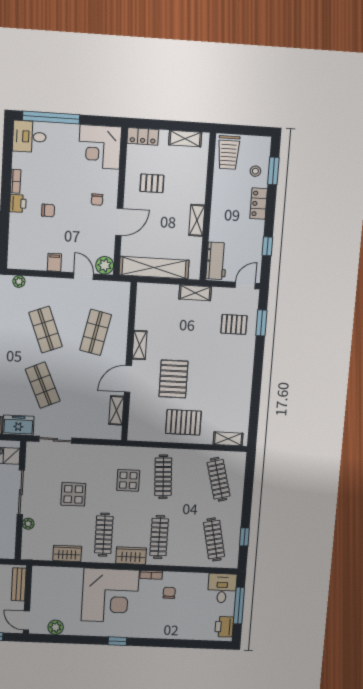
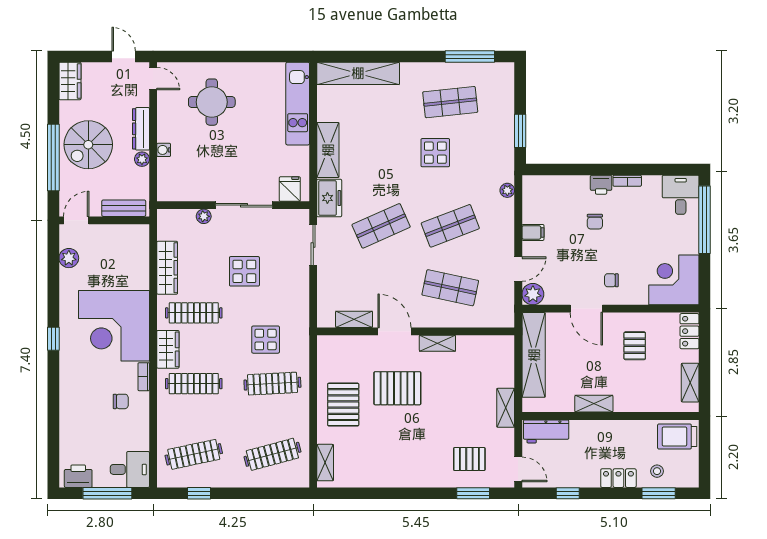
pallet: (234, 324) -> (469, 459), turned 90
wardrobe: (67, 553) -> (167, 268), width x1.50

